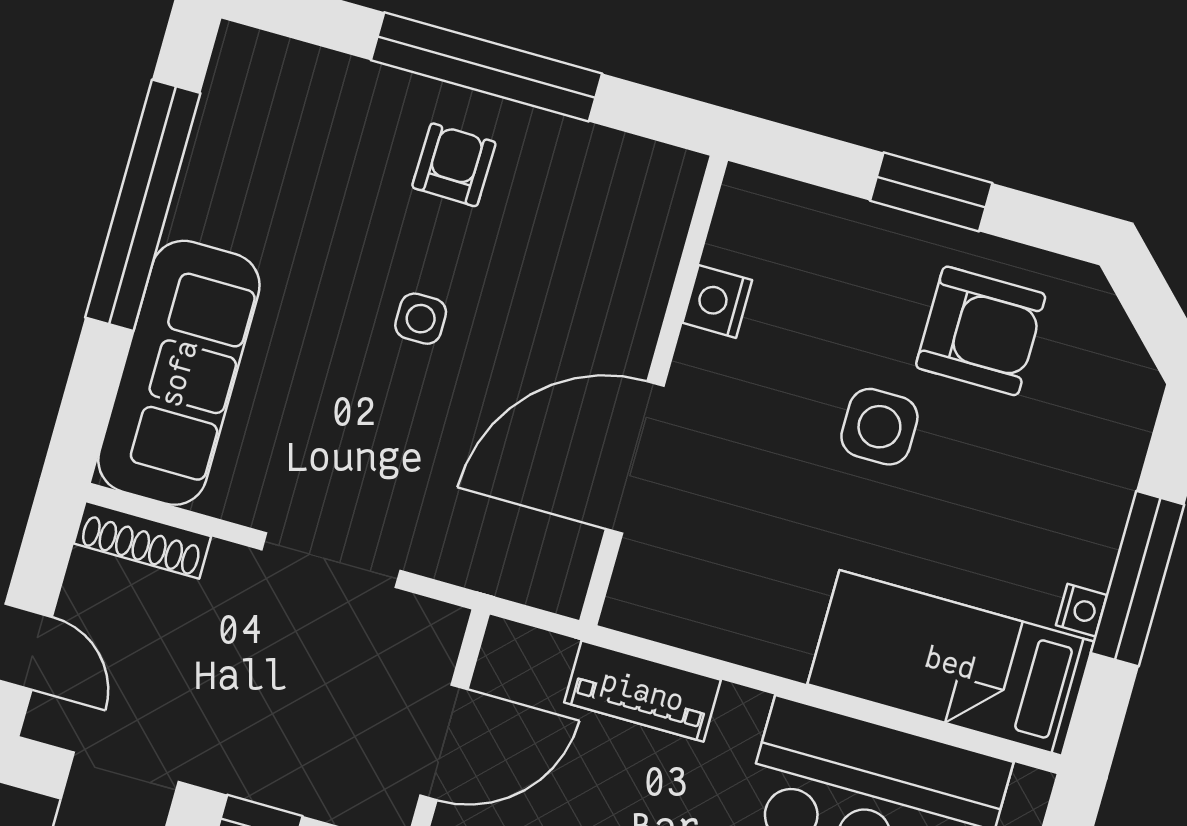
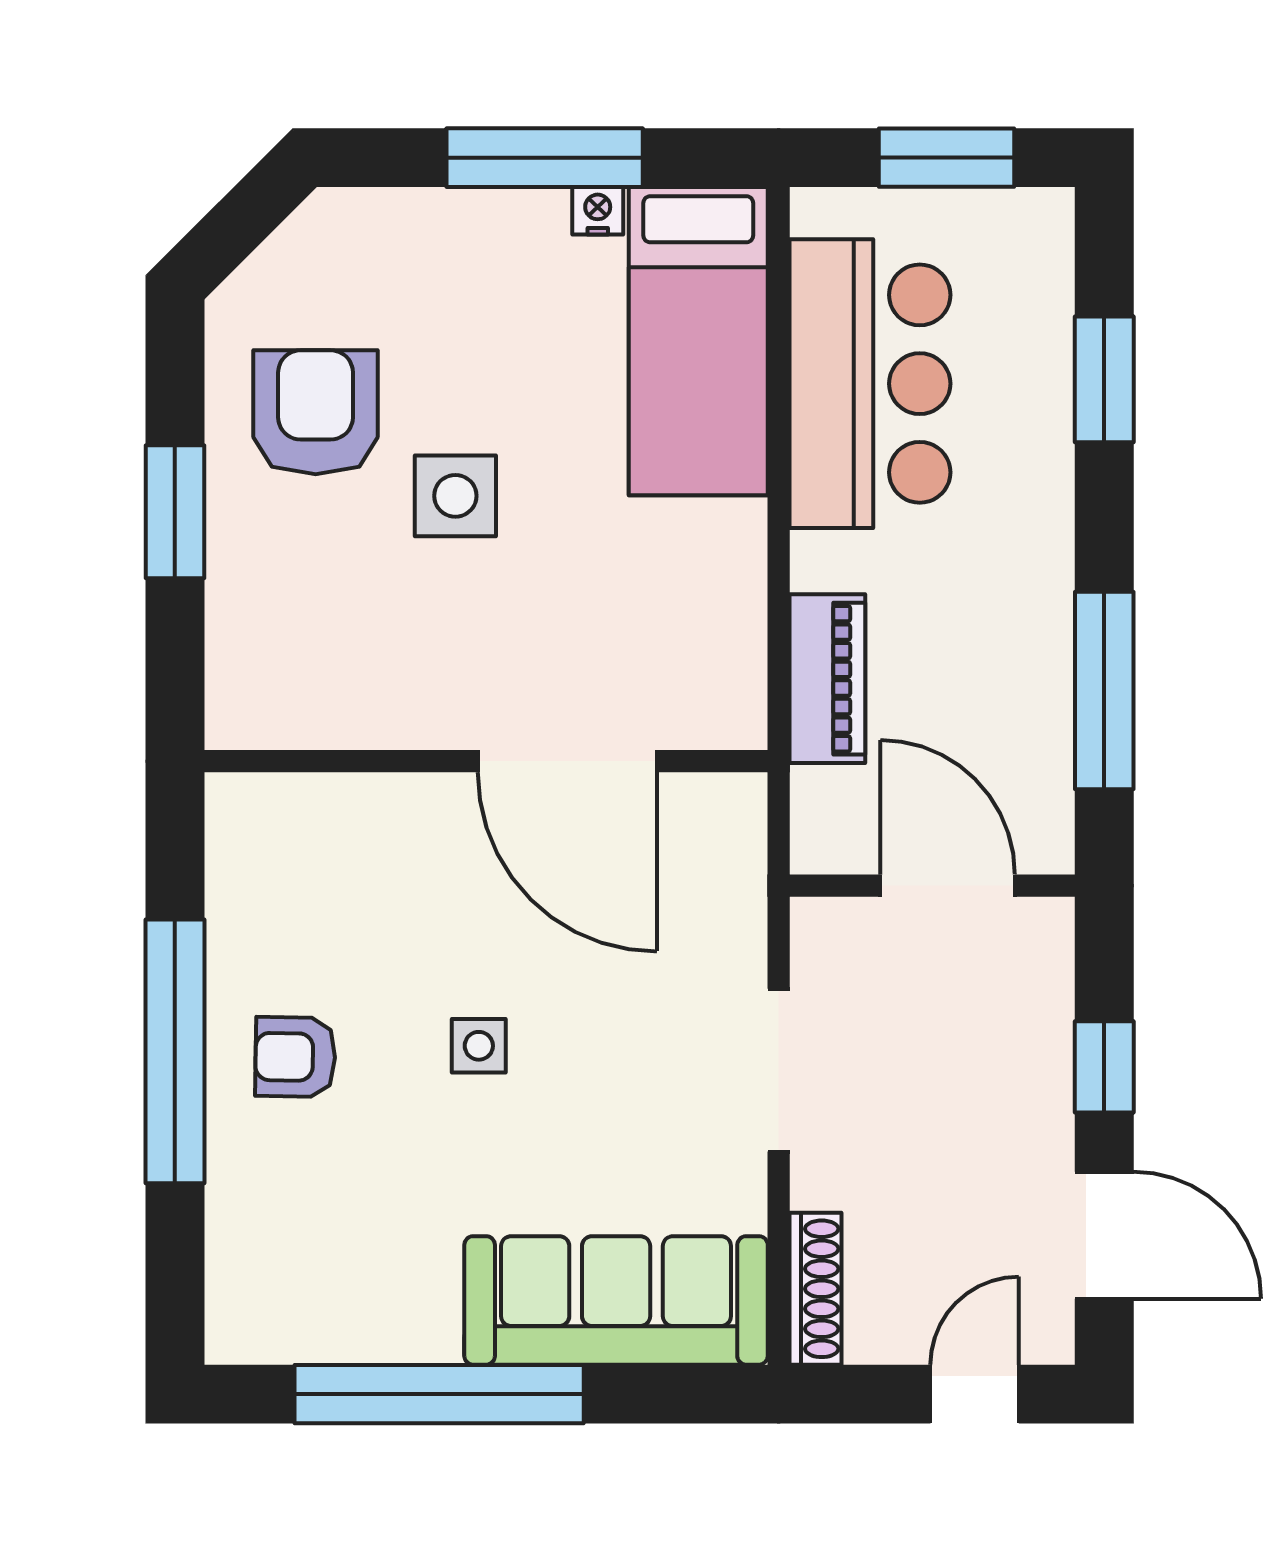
nightstand: (717, 301) -> (366, 718), removed

